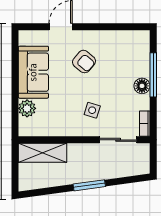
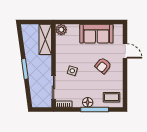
coffee table: (134, 48) -> (111, 97), added
plant: (27, 108) -> (61, 30), moved

